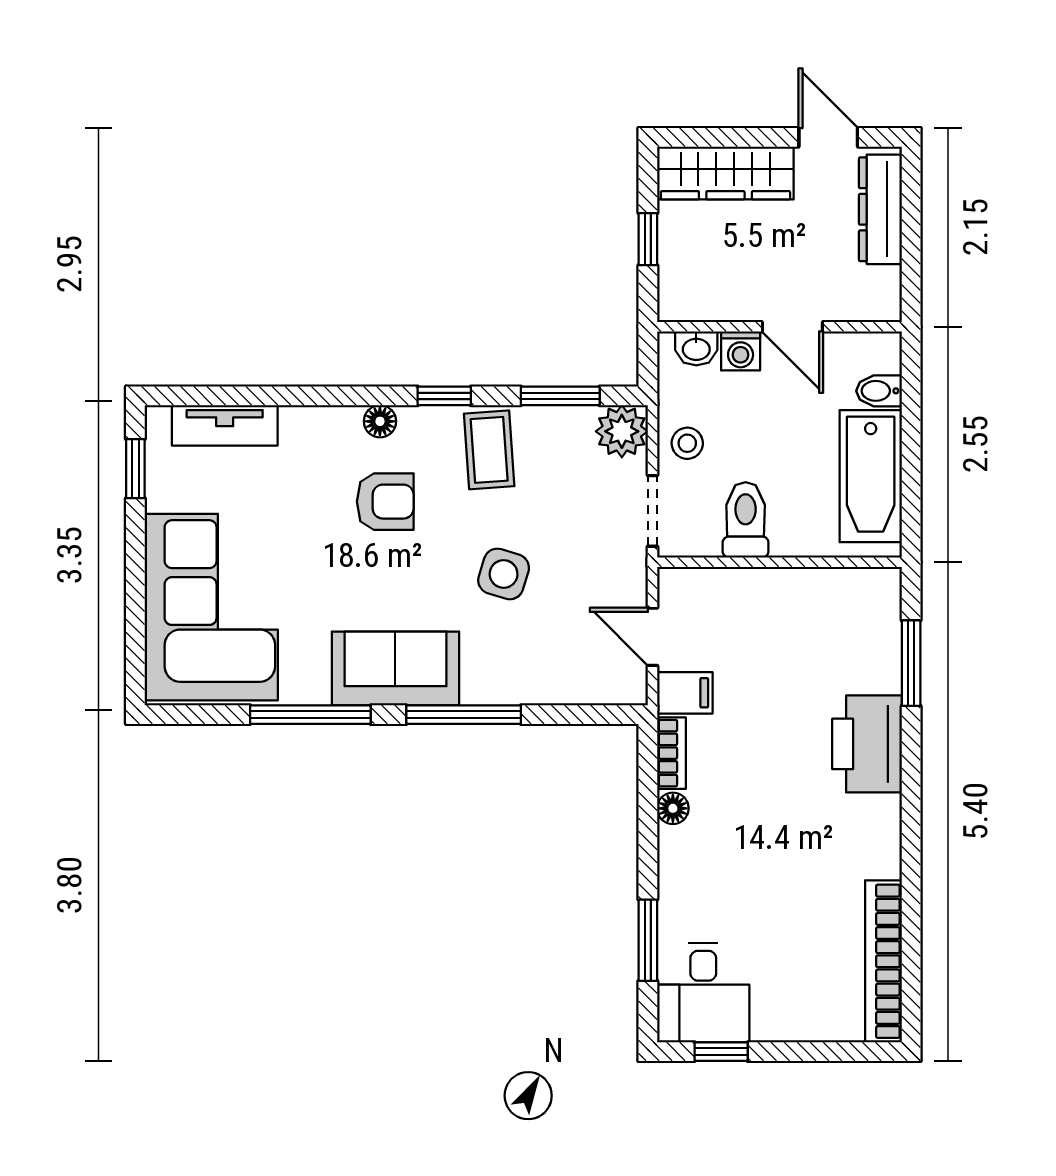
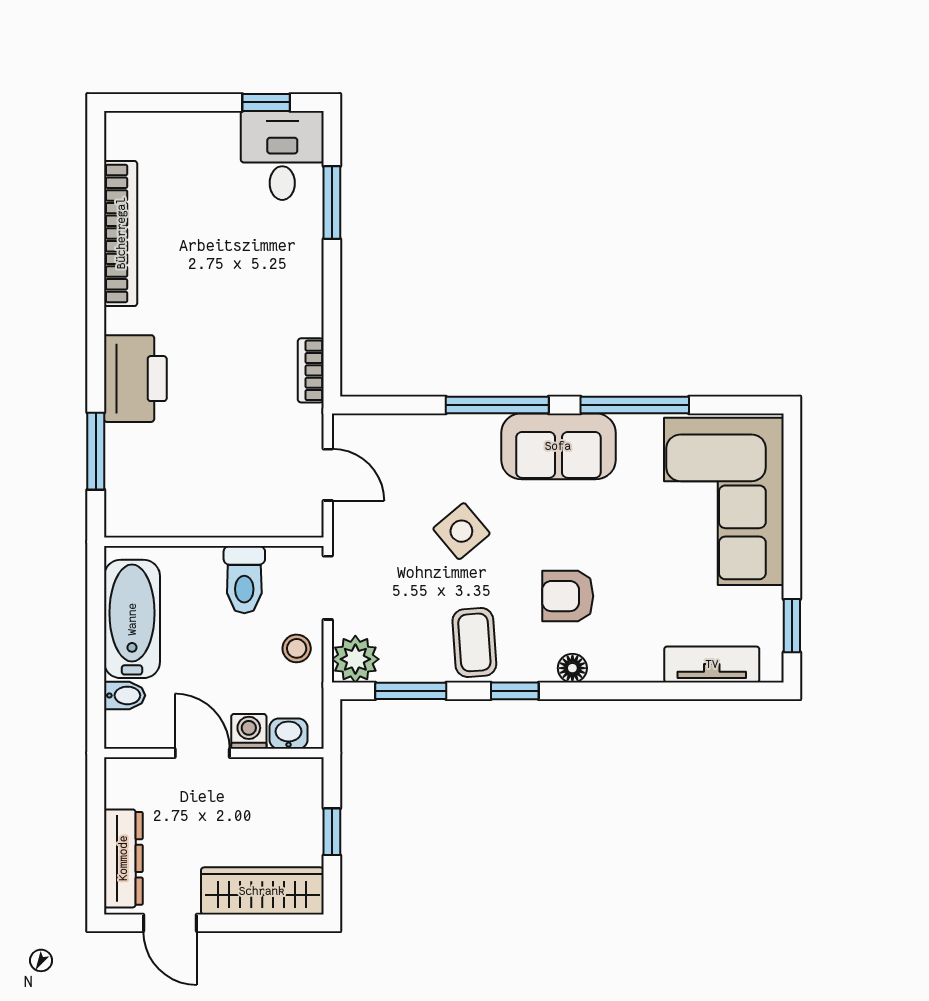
side table: (504, 574) -> (461, 531), turned 33
filing cabinet: (685, 693) -> (299, 424), removed
floor lamp: (673, 808) -> (310, 321), removed
bookcase: (883, 961) -> (121, 233), moved

